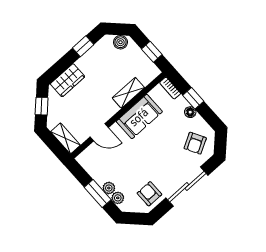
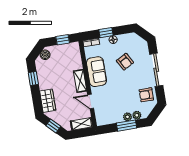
shelving: (128, 93) -> (80, 81), moved
door: (99, 132) -> (91, 101), swing flipped
armchair: (195, 143) -> (125, 62), moved

